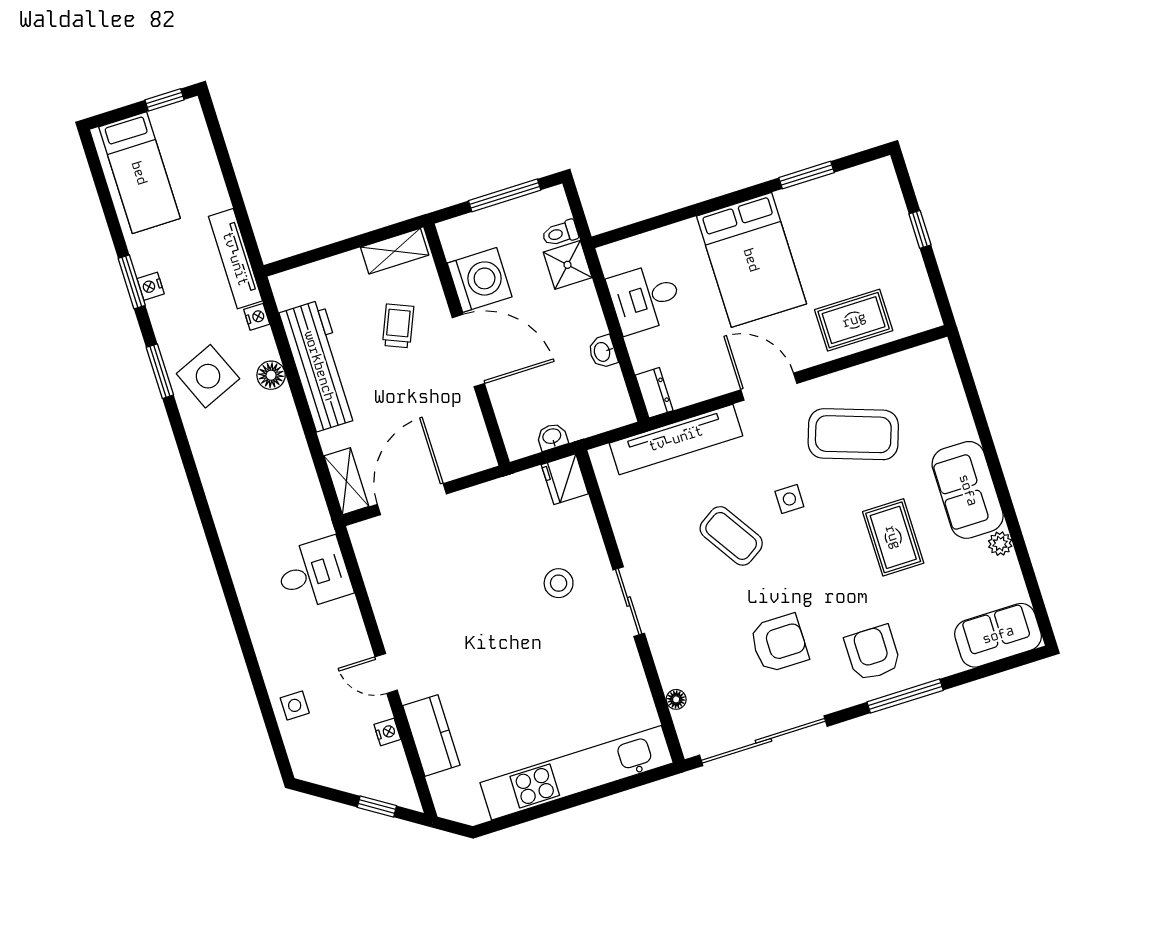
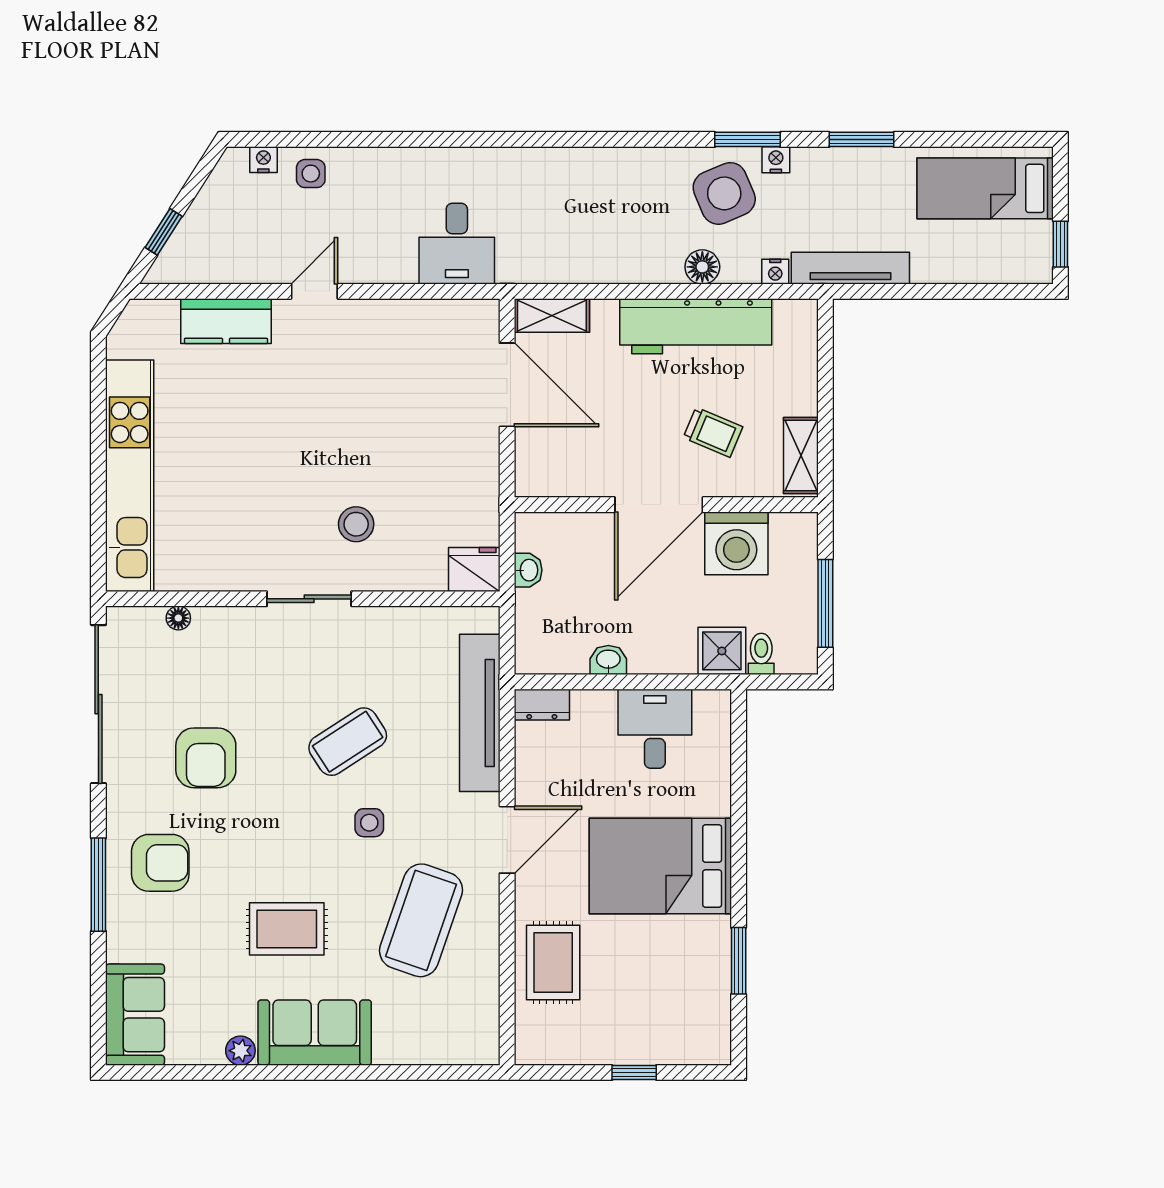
nightstand: (151, 286) -> (776, 160), moved
nightstand: (387, 732) -> (263, 160), moved, turned 180

